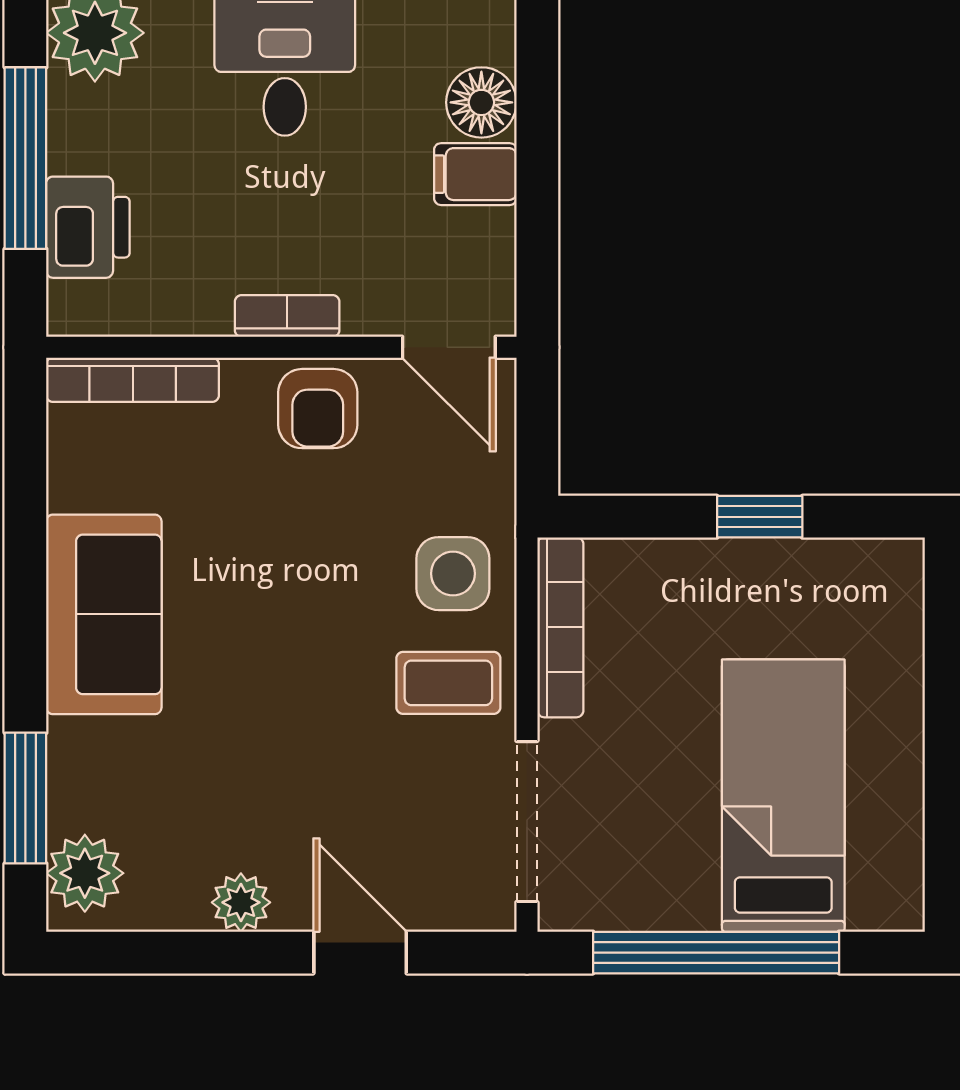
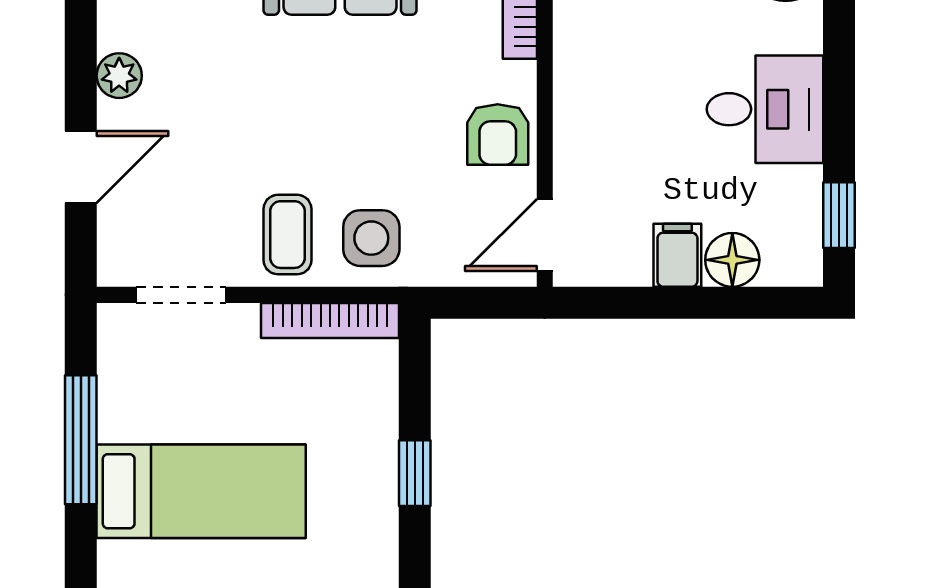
bookcase: (287, 316) -> (569, 111), removed
armchair: (318, 409) -> (498, 134), turned -90
doorway: (527, 822) -> (181, 295), width x0.73
window: (716, 953) -> (81, 440), width x0.68

